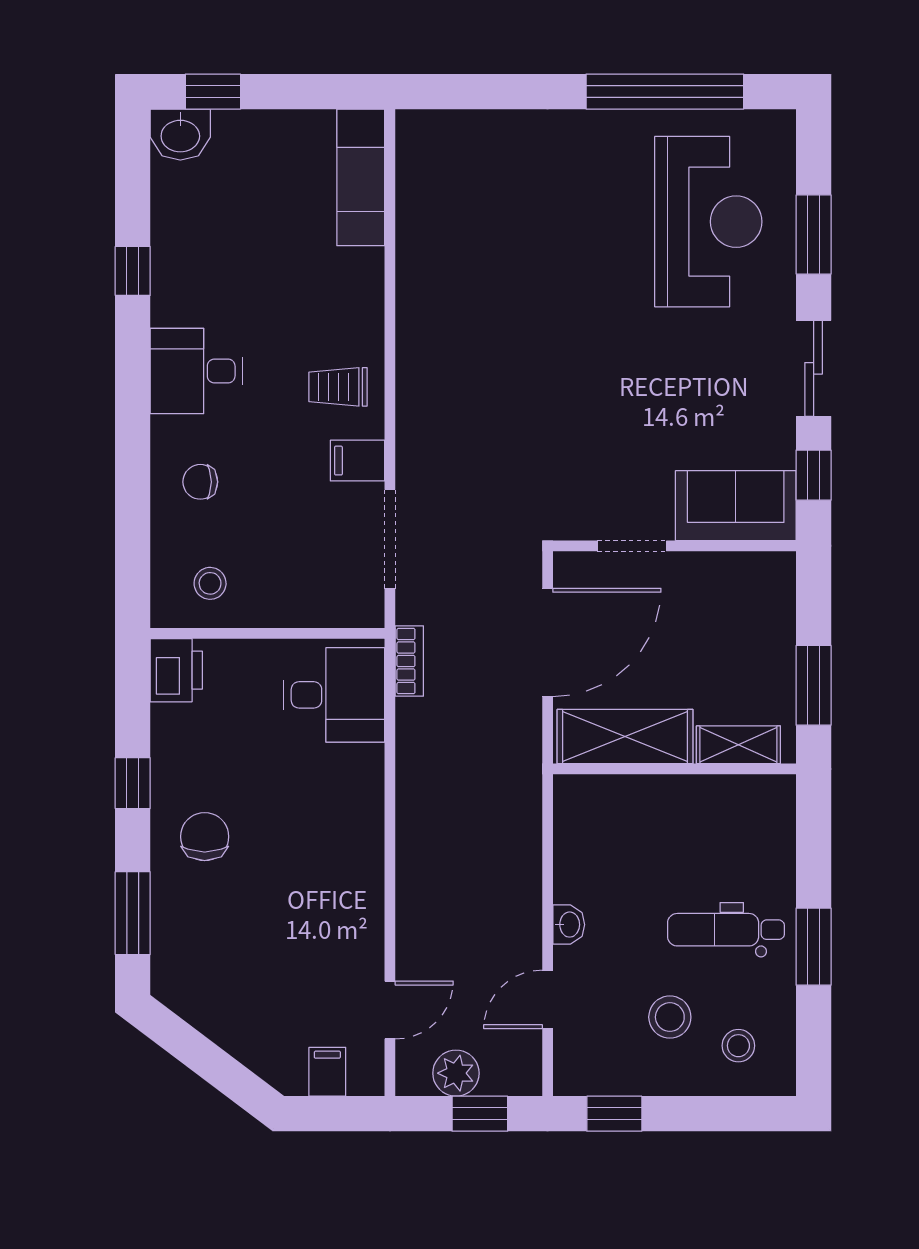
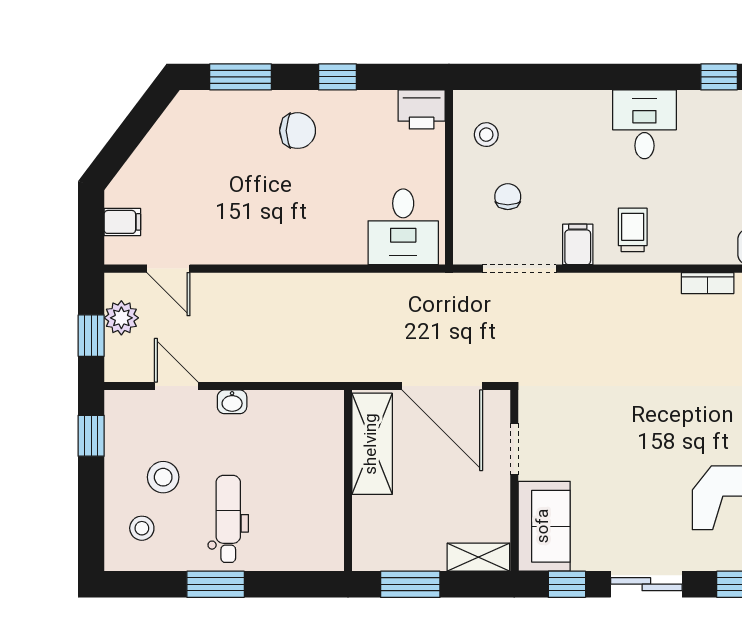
chair: (200, 482) -> (508, 197), moved
bookcase: (409, 661) -> (708, 283), moved
shelving: (738, 745) -> (478, 557), moved, turned 90

